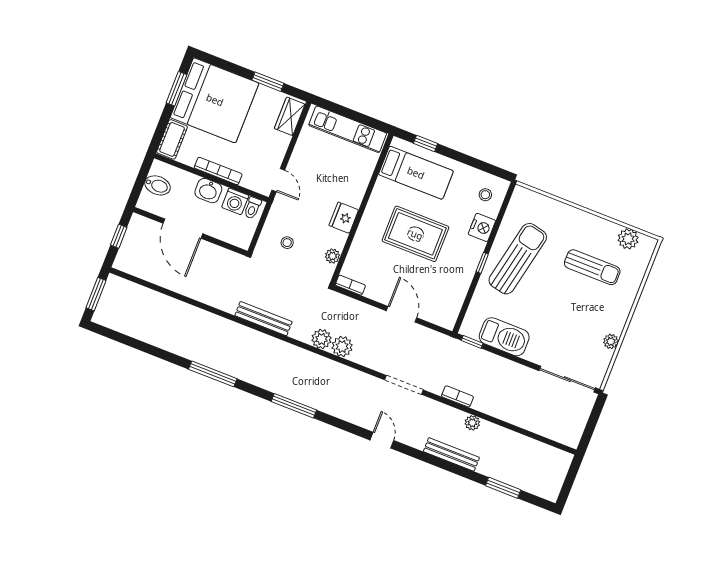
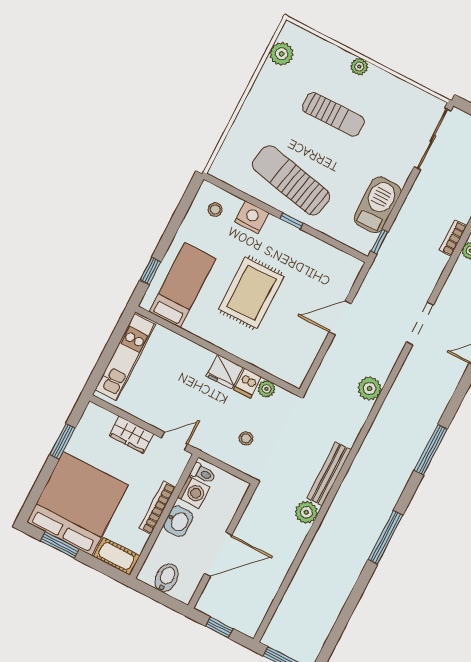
wardrobe: (290, 116) -> (131, 435), moved
dishwasher: (336, 239) -> (247, 383), added
sun lounger: (592, 267) -> (333, 114), moved, turned 90
bookcase: (350, 285) -> (301, 372), removed
plant: (321, 339) -> (306, 512), moved
plant: (611, 341) -> (359, 67), moved
bookcase: (457, 396) -> (453, 238), moved

